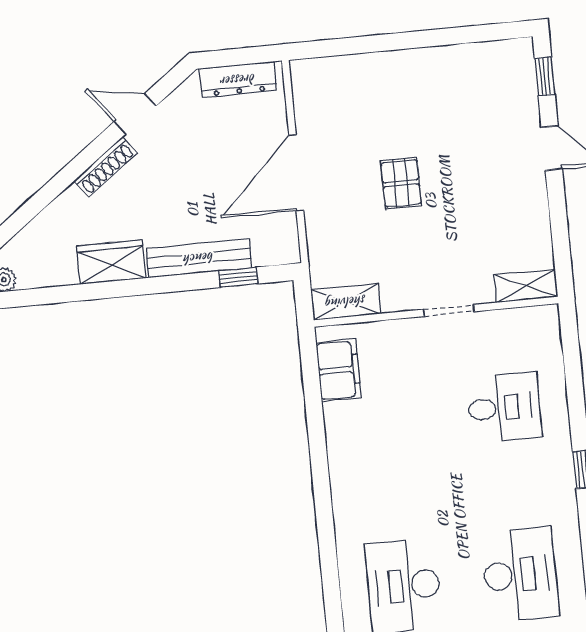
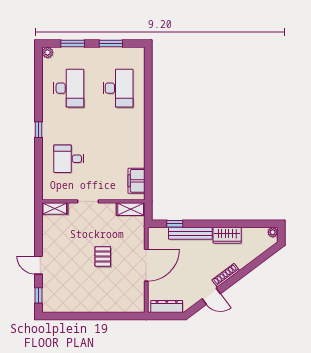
desk: (520, 575) -> (69, 88), turned 180

